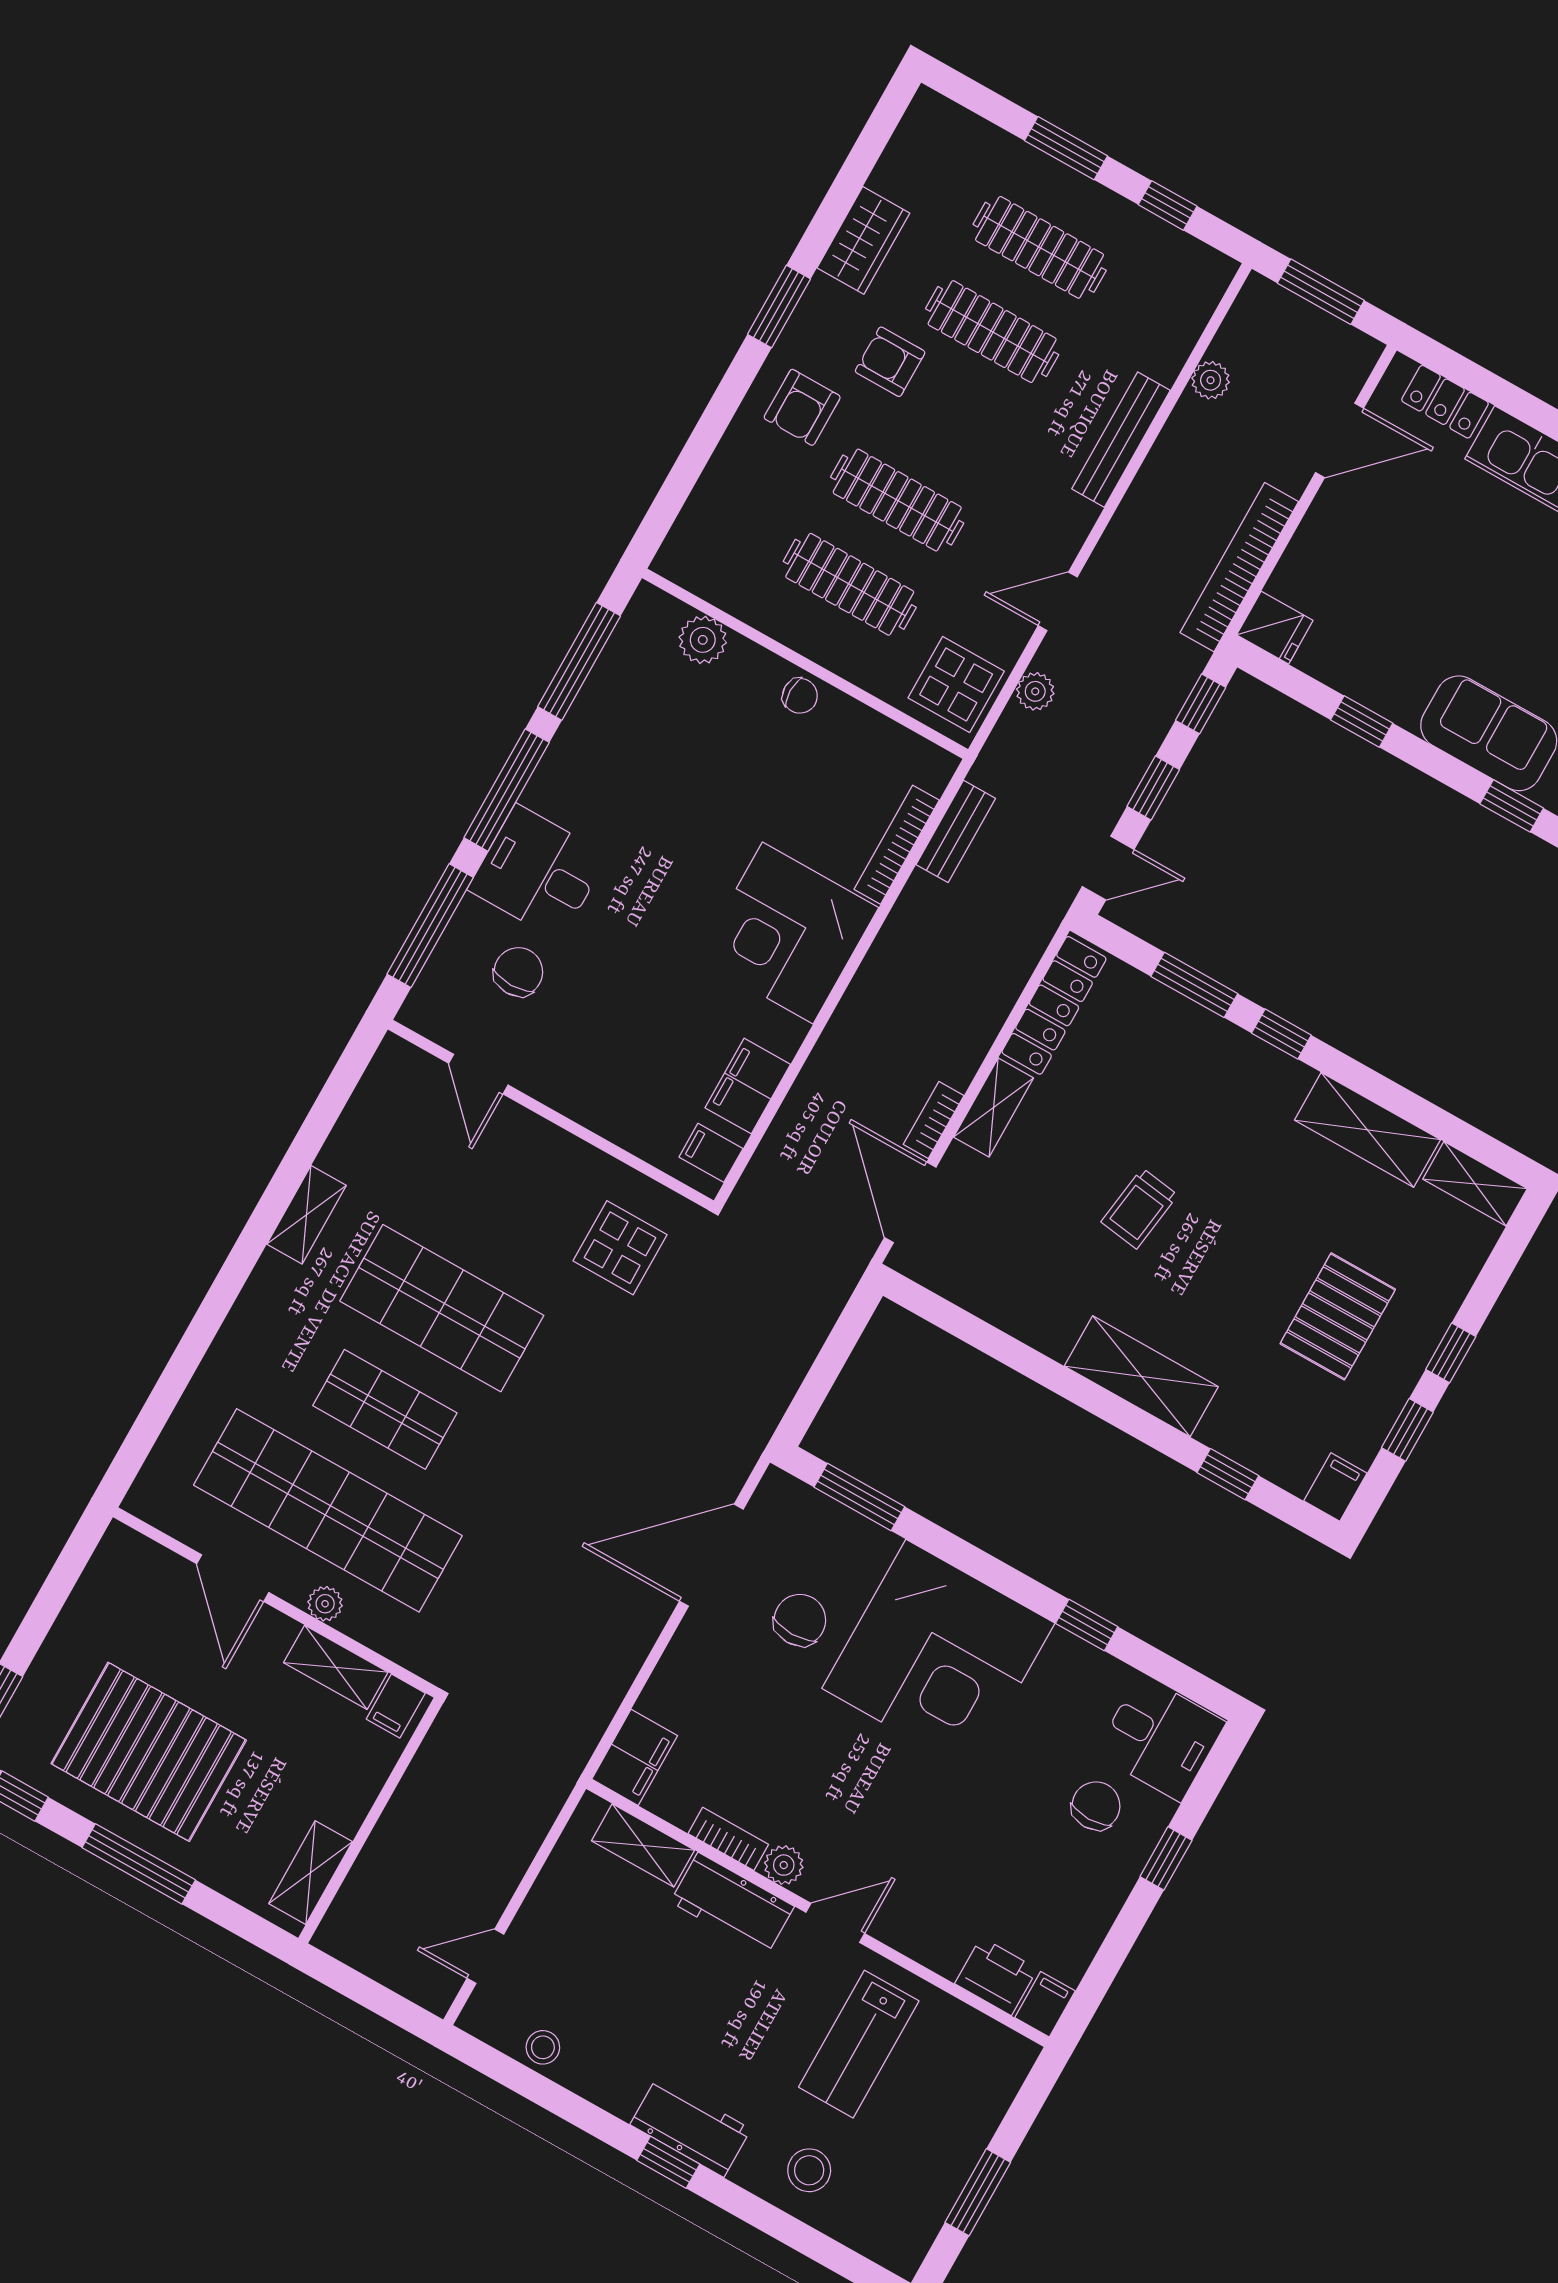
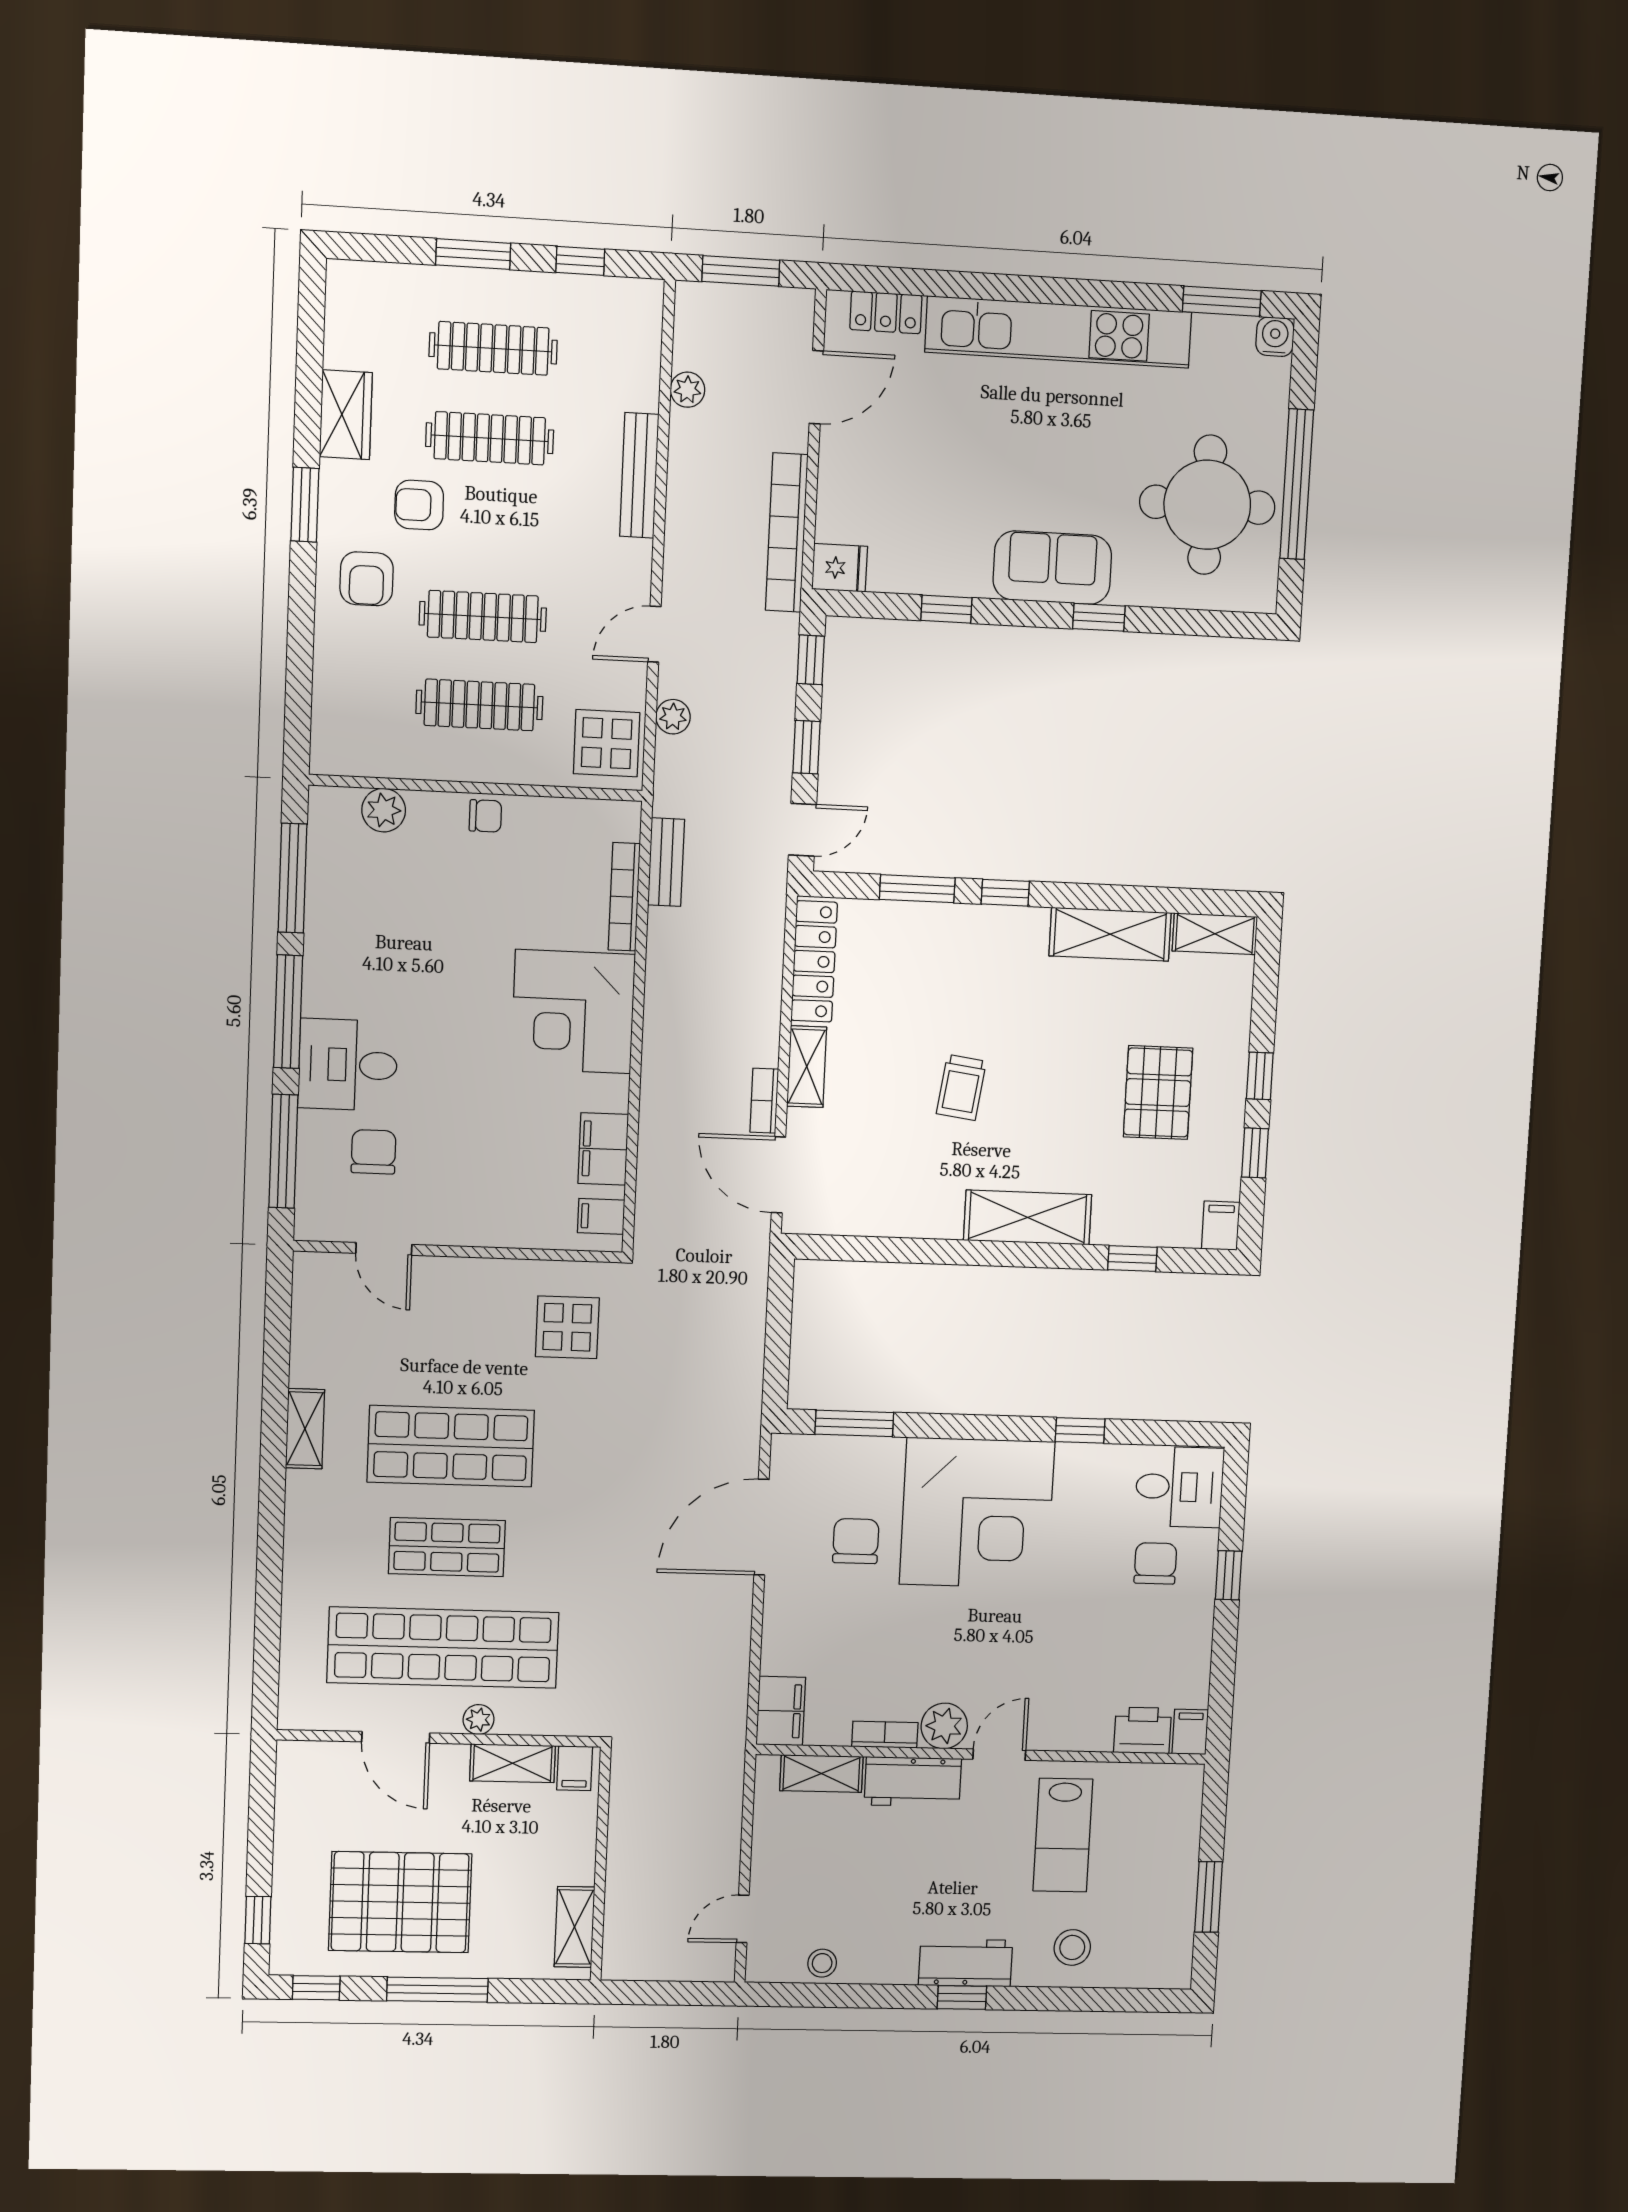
plant: (784, 1865) -> (944, 1726), width x1.38, depth x1.38

